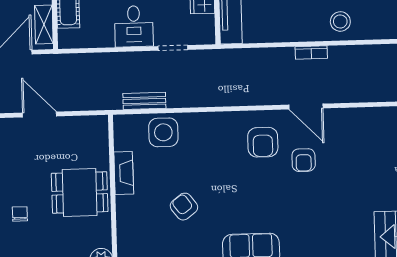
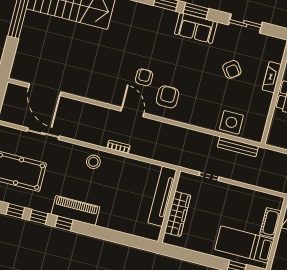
desk: (134, 26) -> (231, 198), removed
bench: (144, 101) -> (238, 147), width x1.36
fireplace: (124, 173) -> (272, 77), moved

